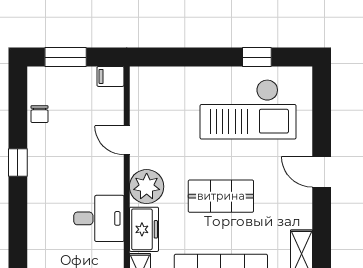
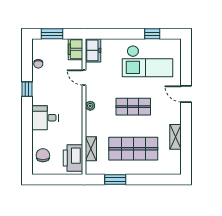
filing cabinet: (110, 76) -> (75, 49), width x2.00
plant: (147, 187) -> (90, 106), width x0.53, depth x0.53
desk: (99, 218) -> (45, 118), moved, turned 180
freezer: (144, 229) -> (93, 50), moved

